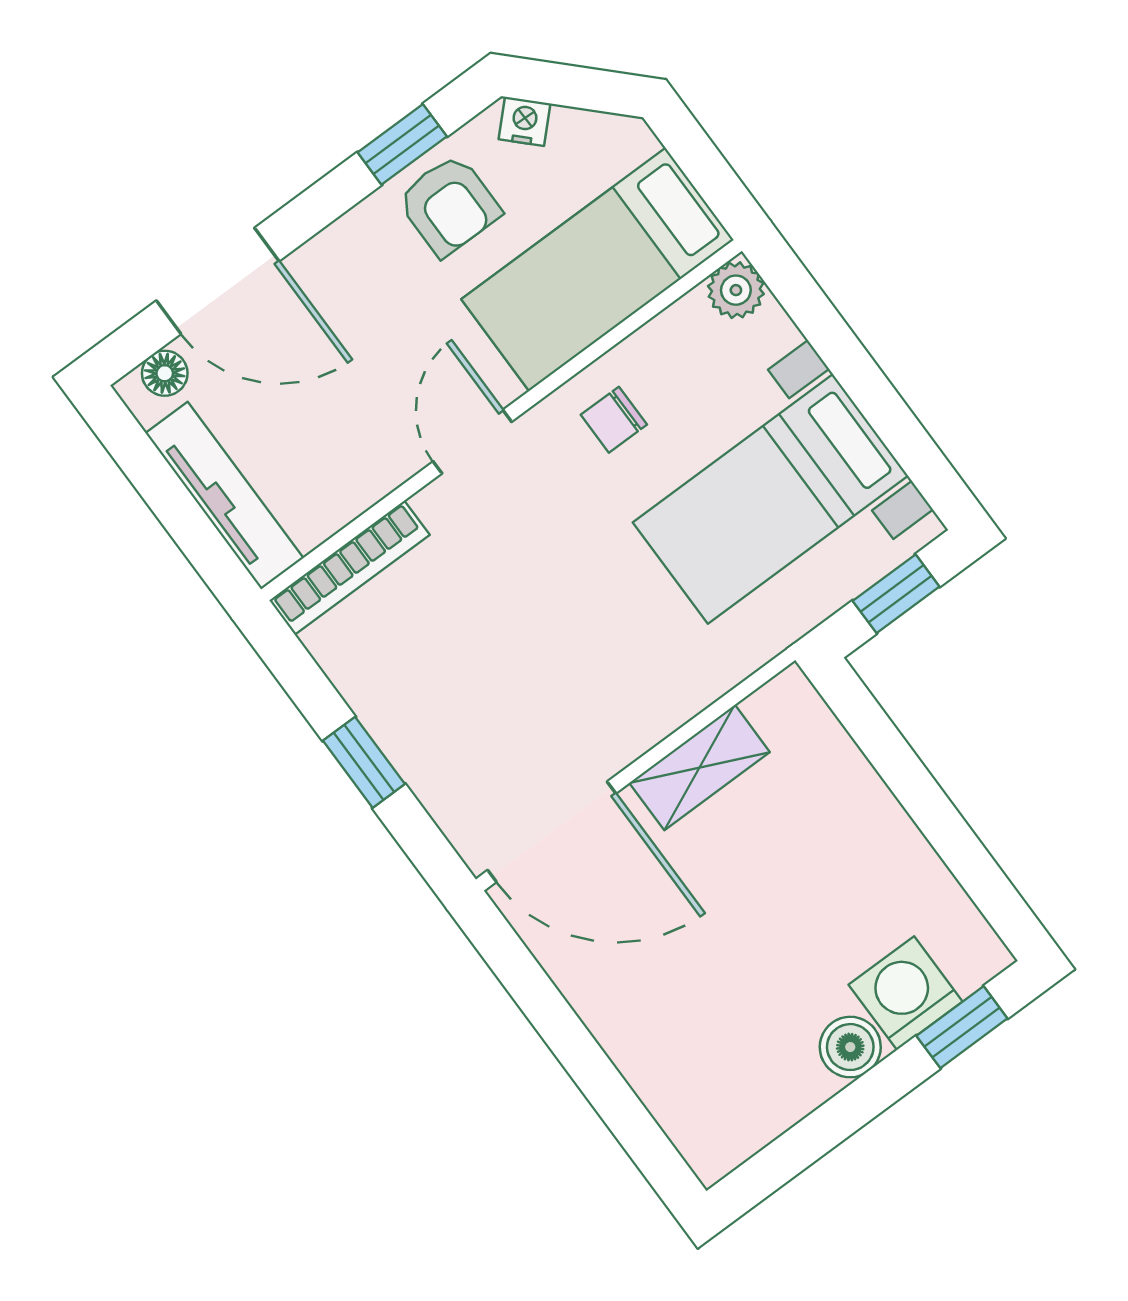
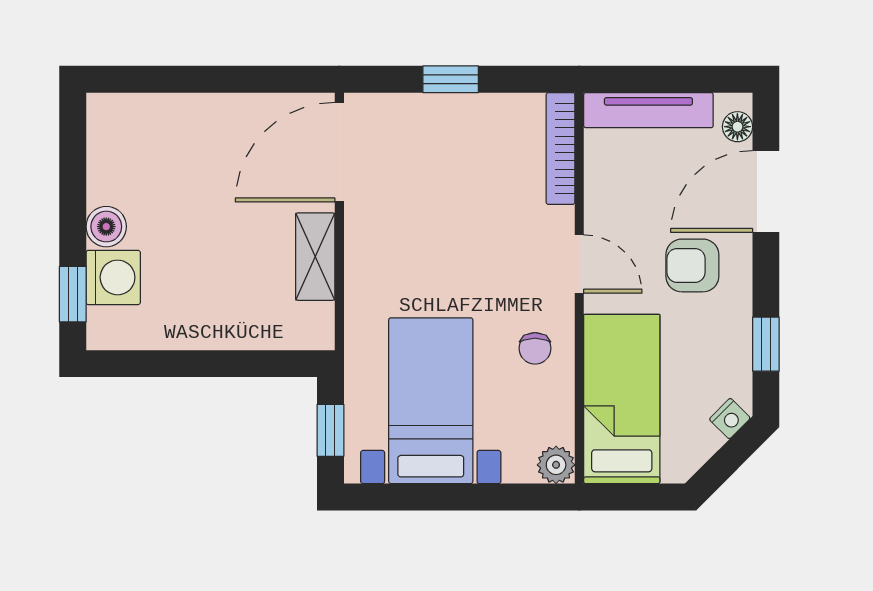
armchair: (449, 205) -> (692, 265), moved
chair: (614, 420) -> (535, 348), turned 180

